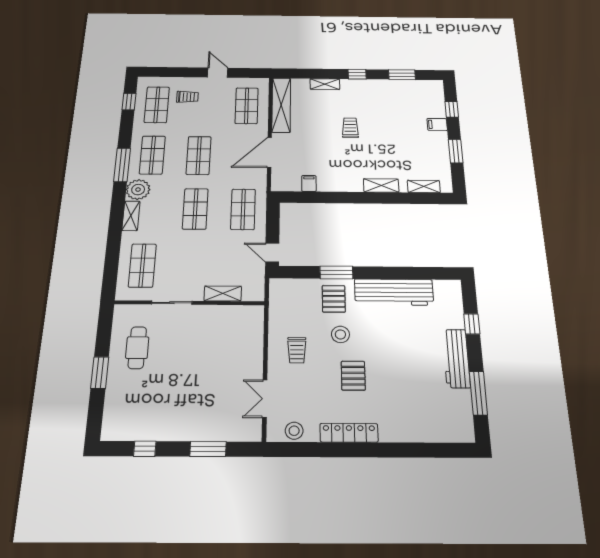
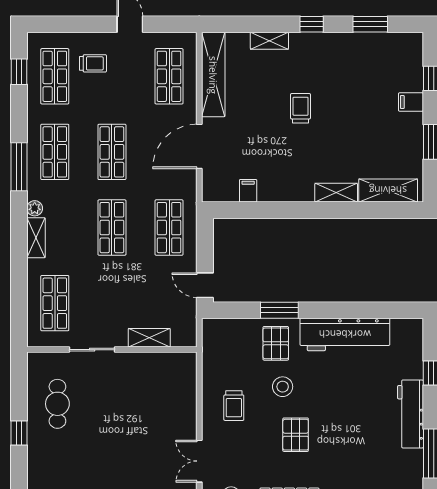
shelving: (424, 186) -> (388, 190), width x1.50, depth x1.33
plant: (138, 190) -> (35, 208), width x0.53, depth x0.53
window: (100, 373) -> (19, 433), width x0.67

